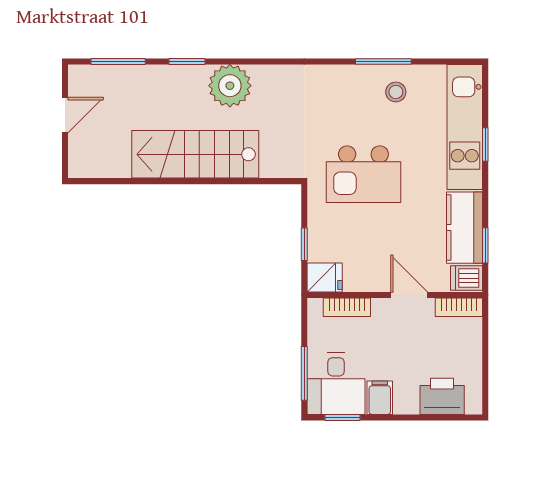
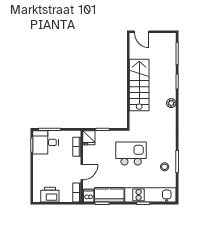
plant: (230, 86) -> (171, 103), width x0.53, depth x0.53
door: (65, 115) -> (142, 32), moved
kitchen island: (363, 174) -> (131, 154), turned 90
printer: (442, 396) -> (50, 195), moved, turned -90
filing cabinet: (380, 398) -> (40, 160), removed

